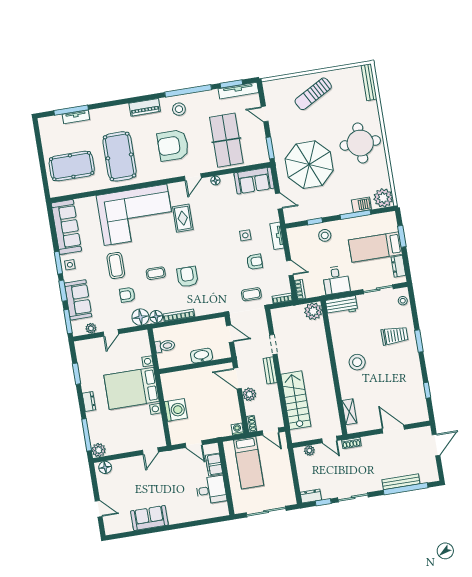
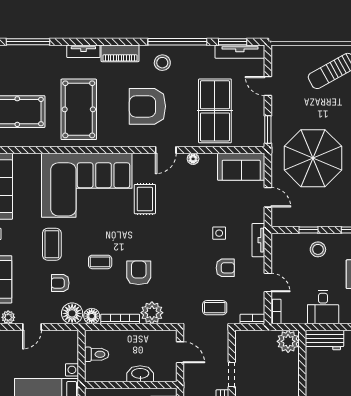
tv unit: (76, 117) -> (83, 51), moved
plant: (203, 306) -> (152, 313), added

